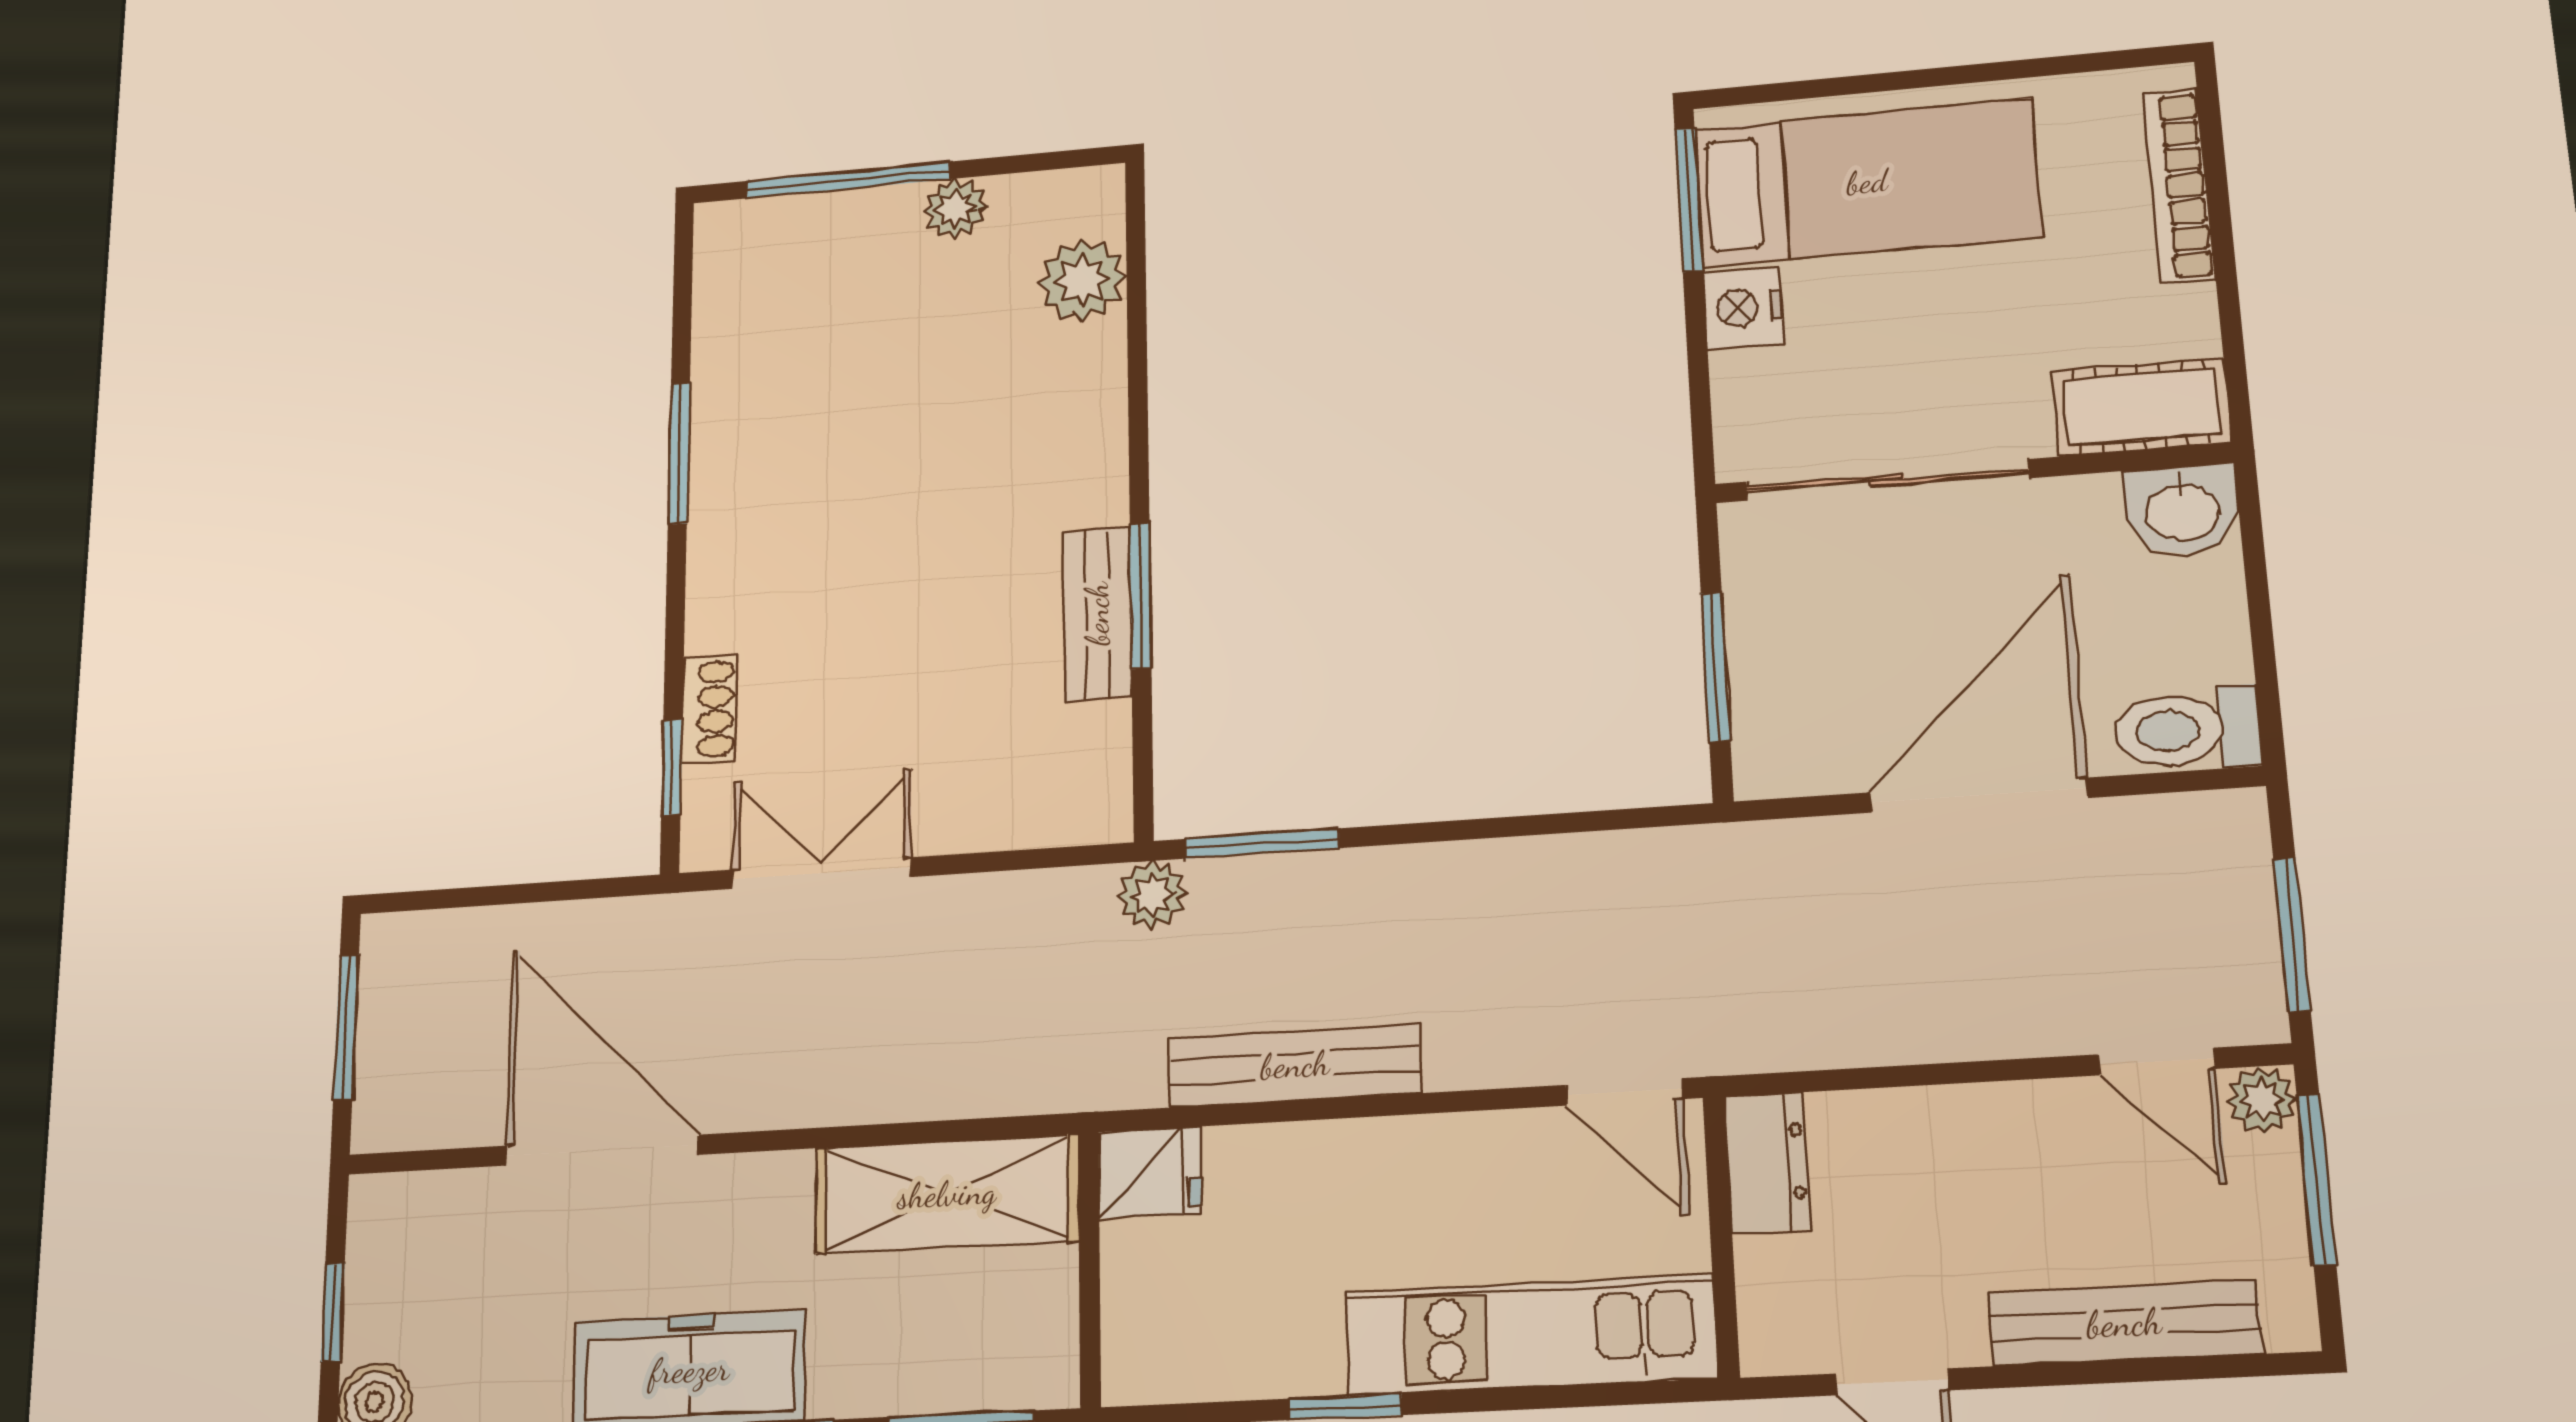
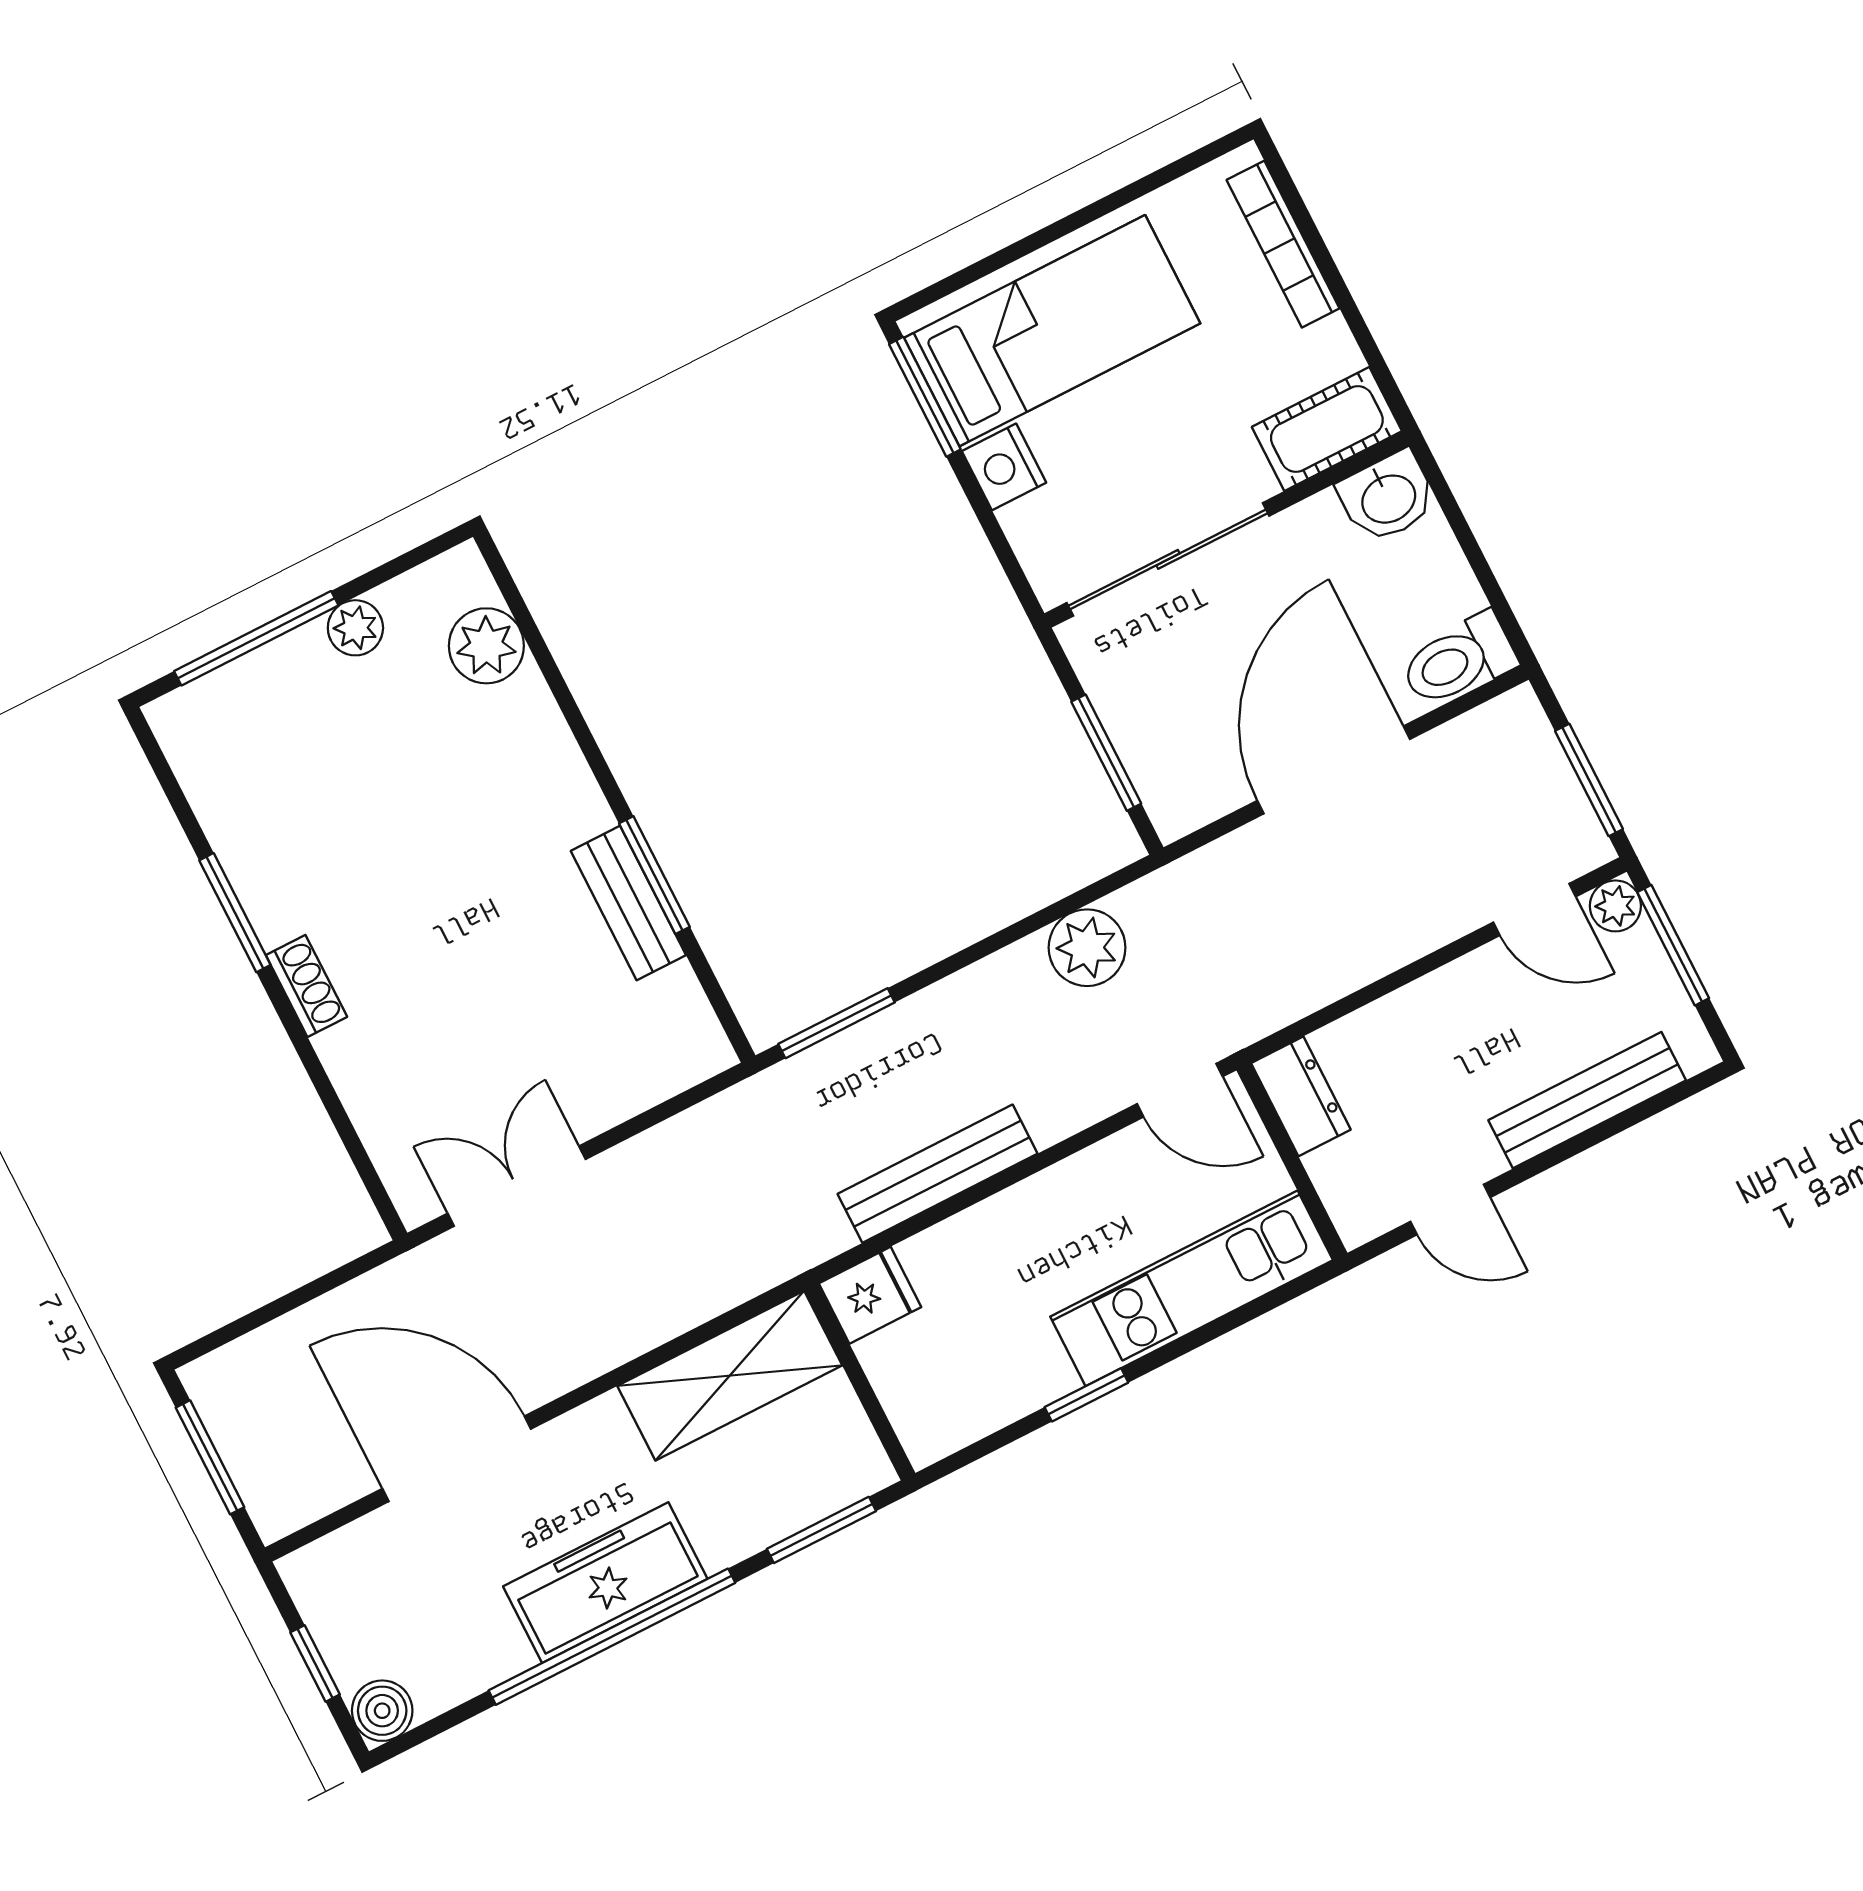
shoe rack: (709, 709) -> (306, 986), moved
window: (672, 767) -> (359, 1156), removed
plant: (1152, 895) -> (1087, 948), moved, width x1.38, depth x1.38

